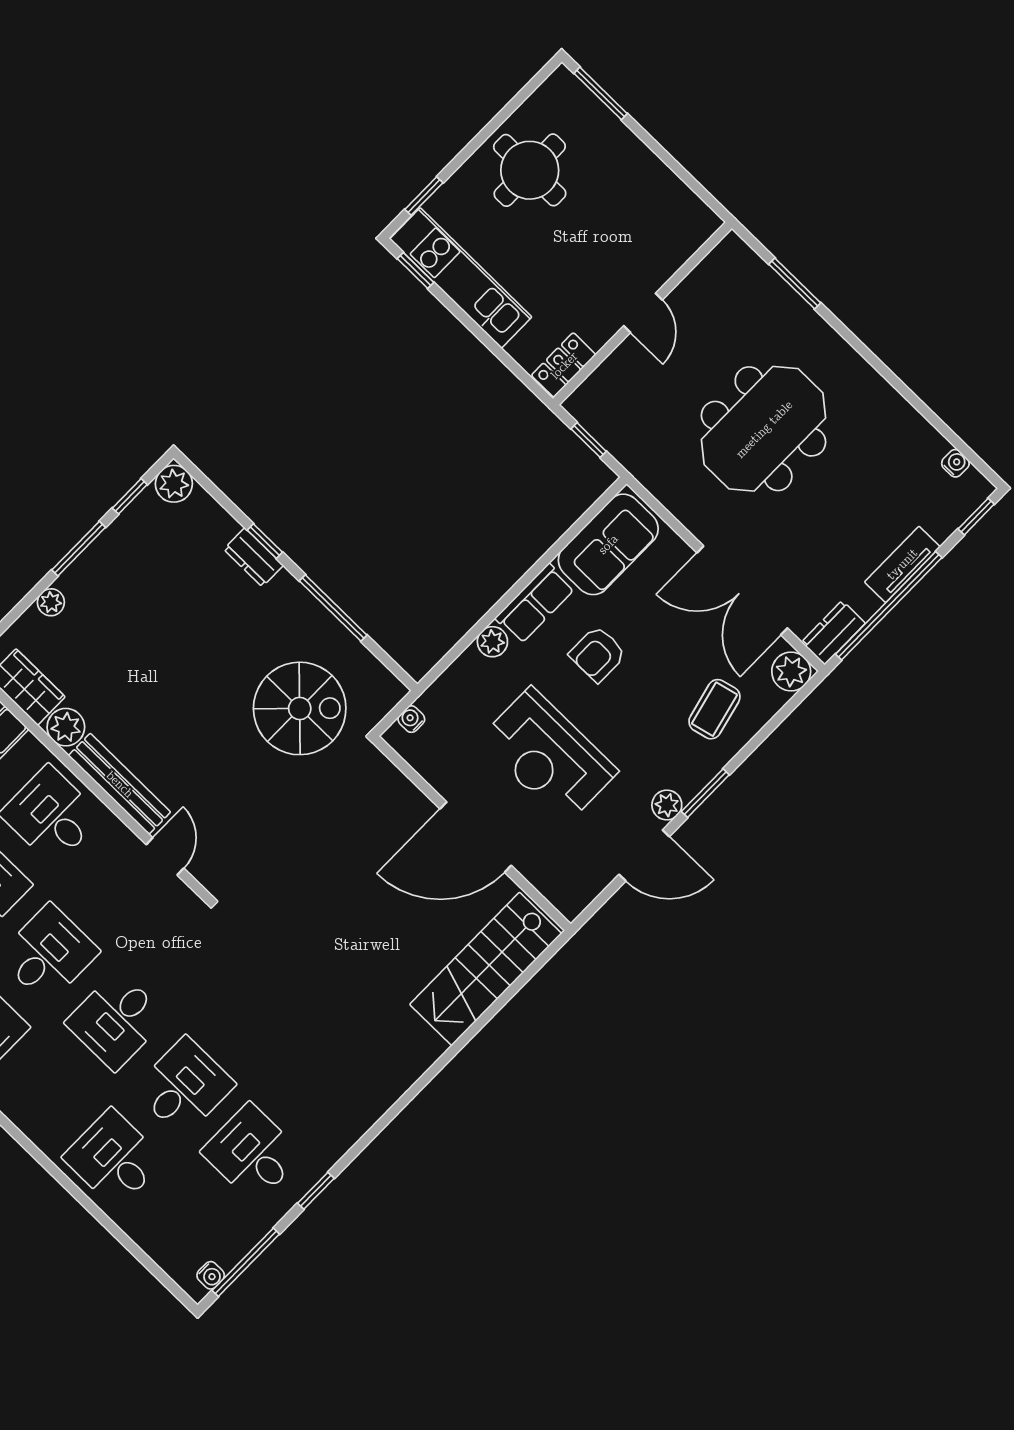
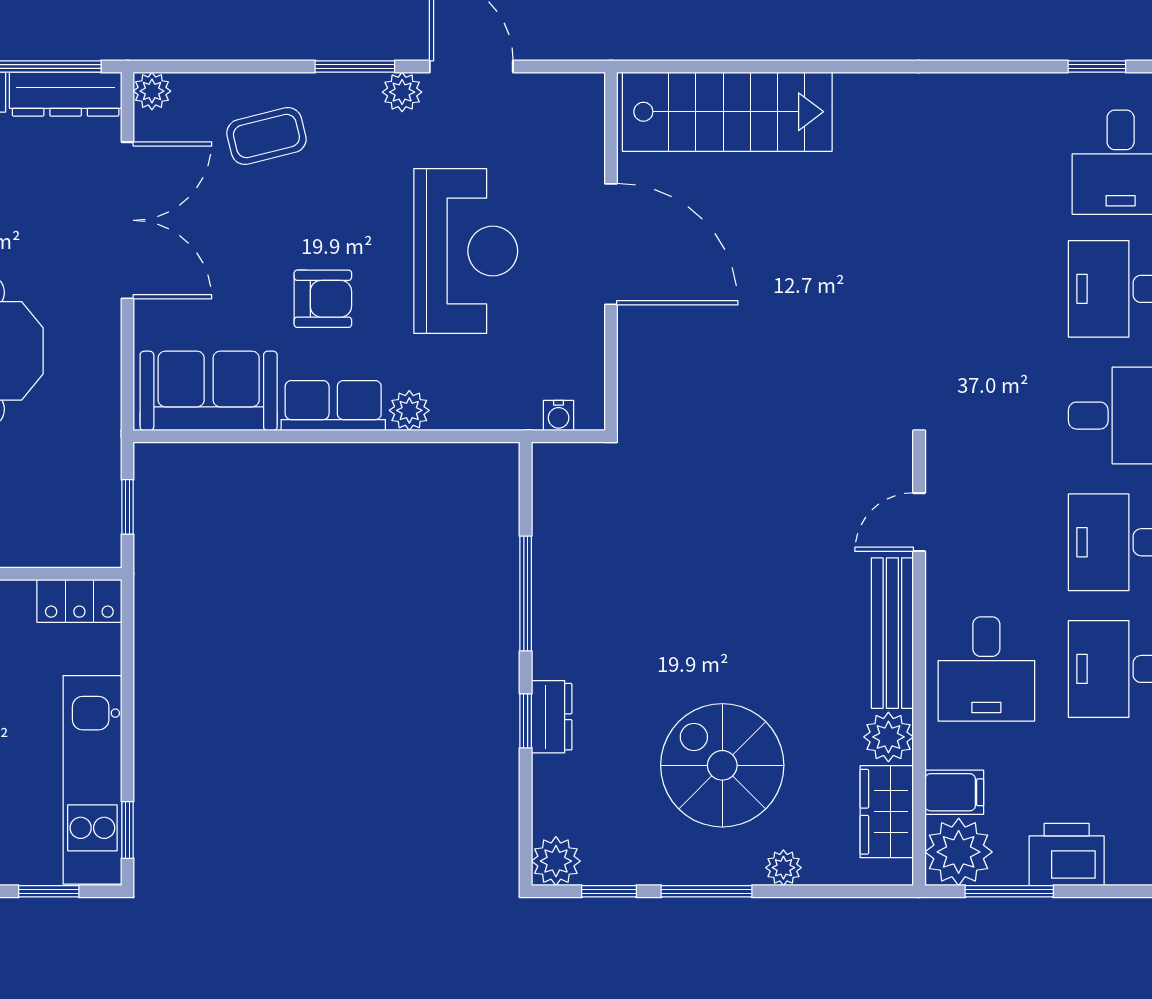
dresser: (833, 633) -> (66, 94), width x1.44
plant: (791, 672) -> (152, 91), width x0.73, depth x0.73
spiral stairs: (300, 708) -> (722, 765), moved

